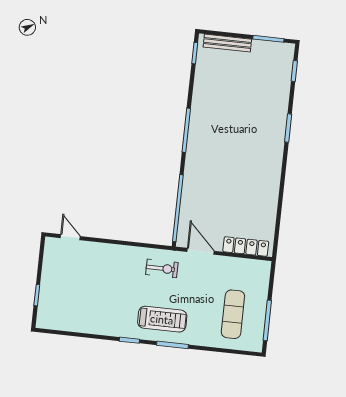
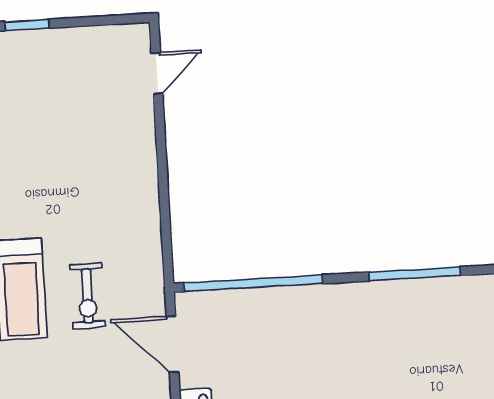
door: (201, 251) -> (173, 344), swing flipped
exercise bike: (162, 268) -> (87, 296), moved

